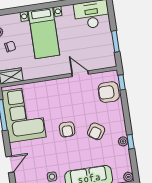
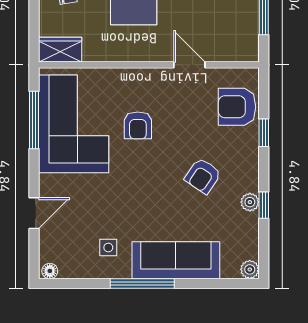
window: (122, 82) -> (264, 133), moved
armchair: (67, 129) -> (138, 125), moved

